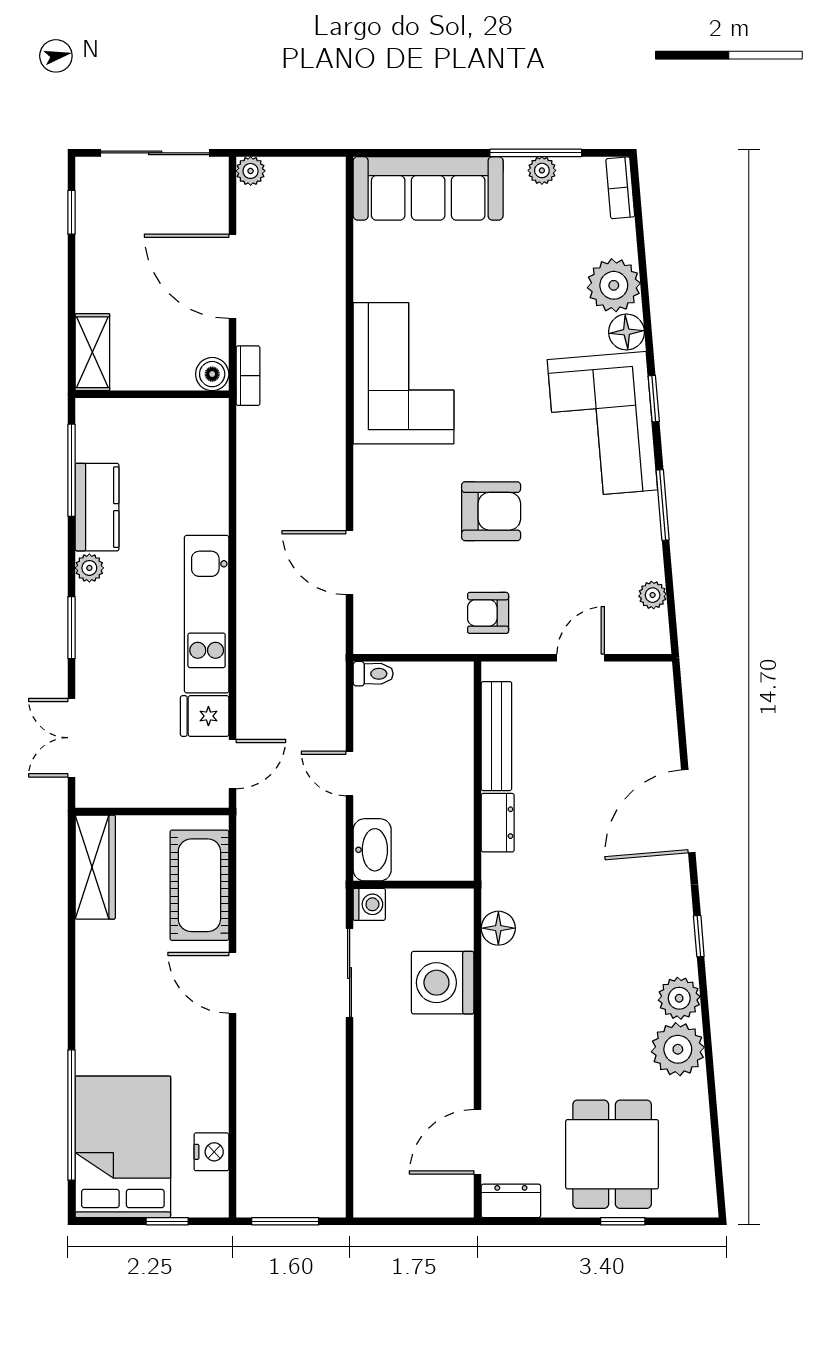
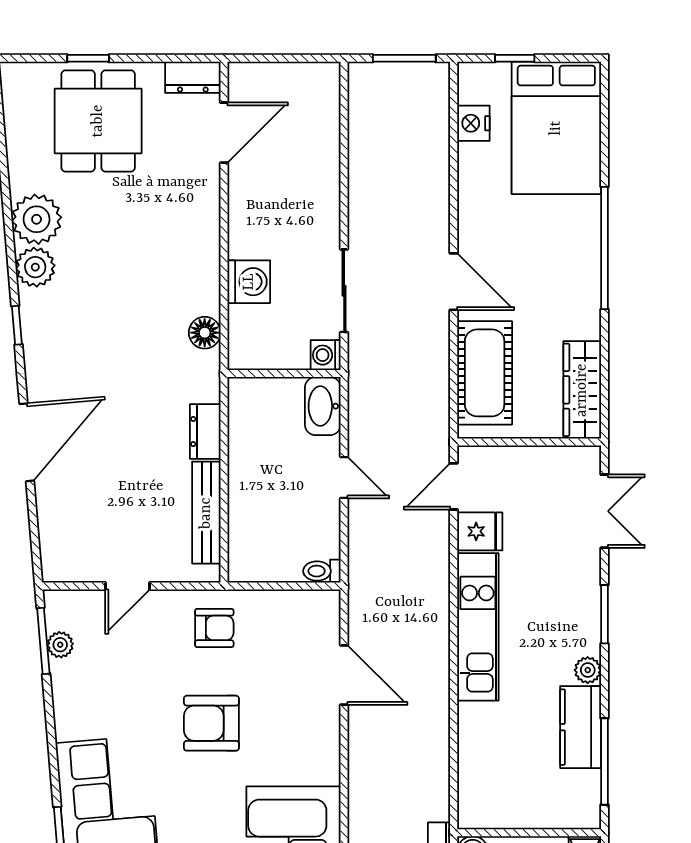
window: (663, 505) -> (43, 641), moved
washing machine: (443, 983) -> (249, 282), width x0.73, depth x0.73
window: (71, 1115) -> (604, 248), moved

